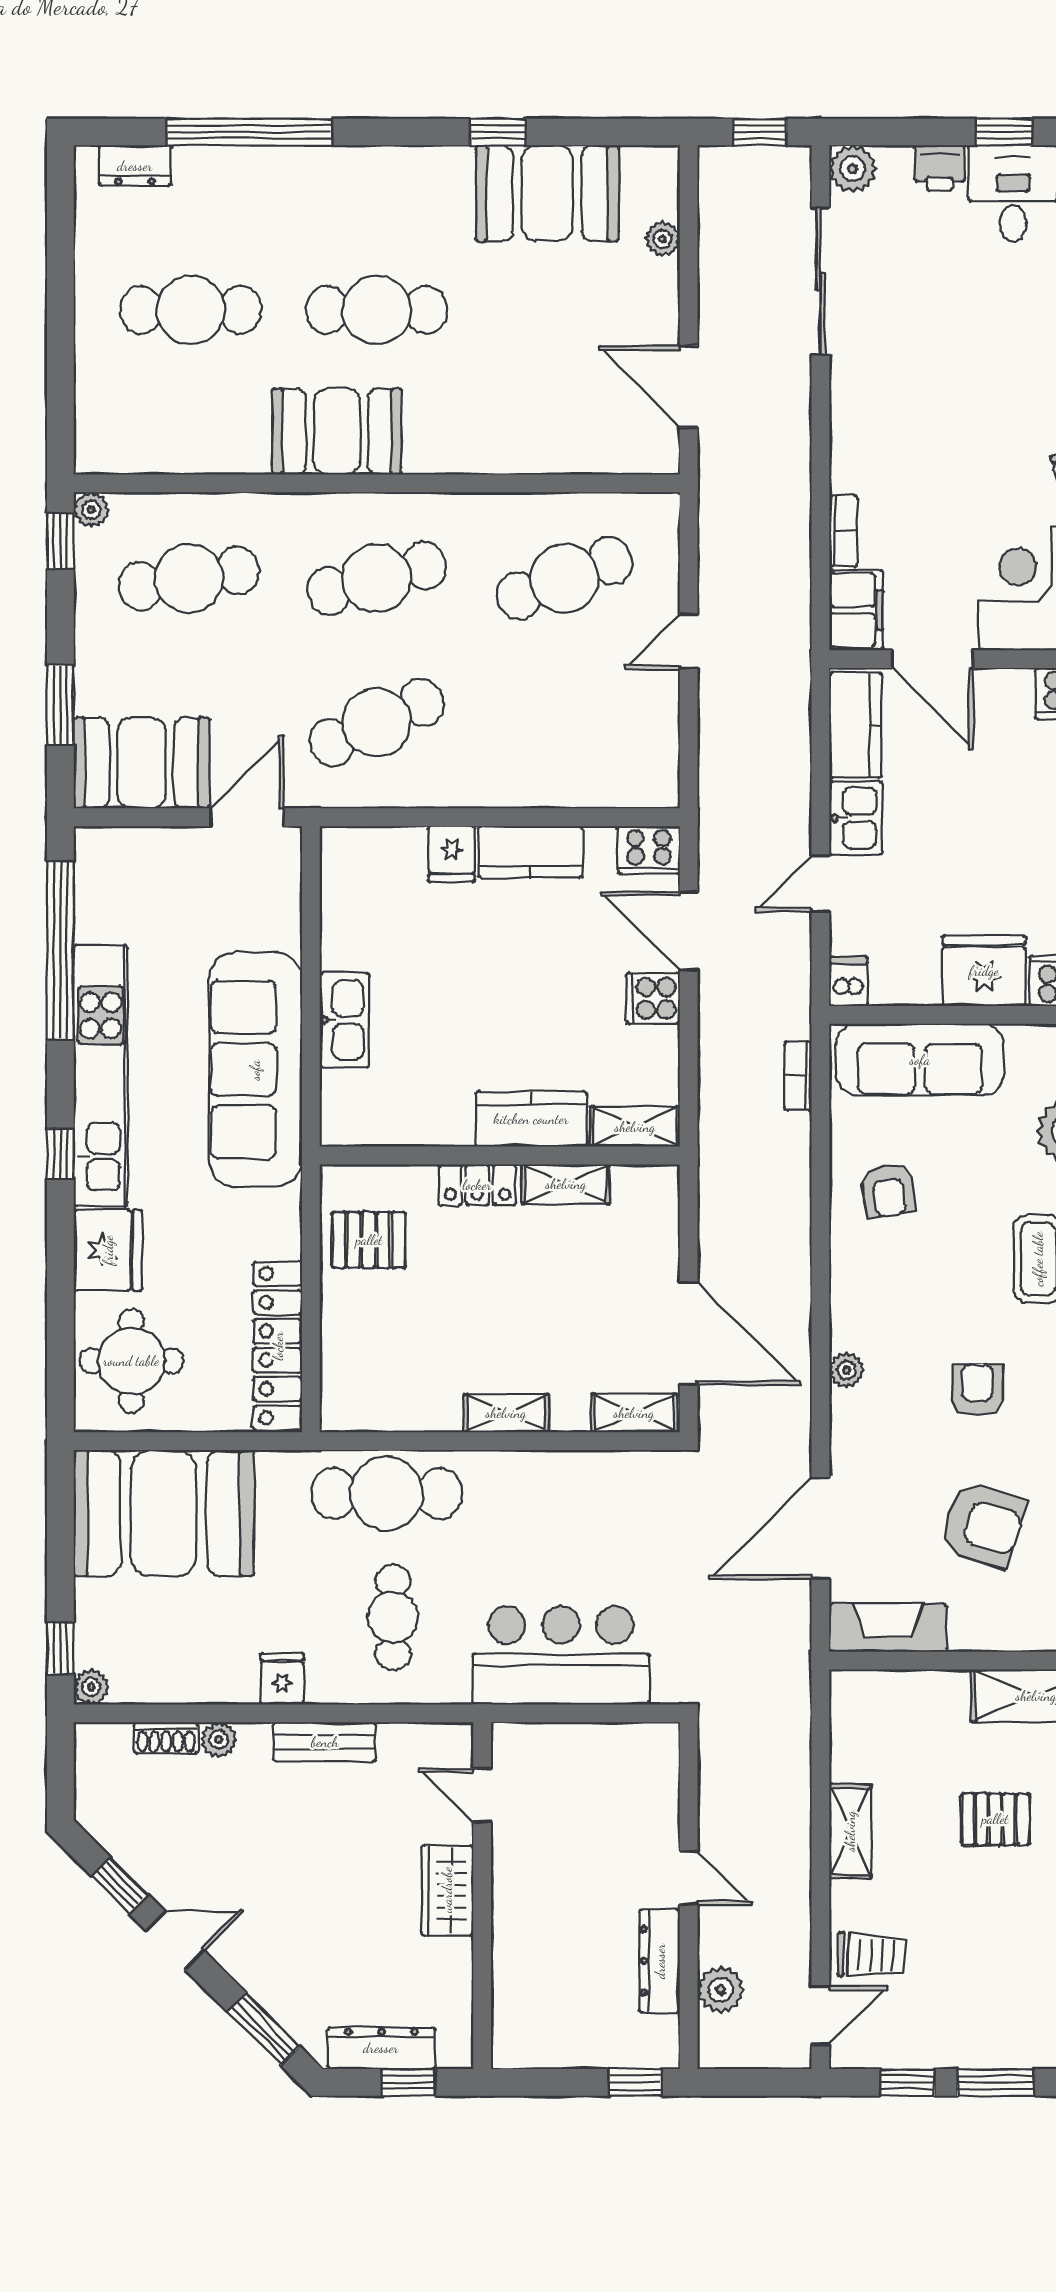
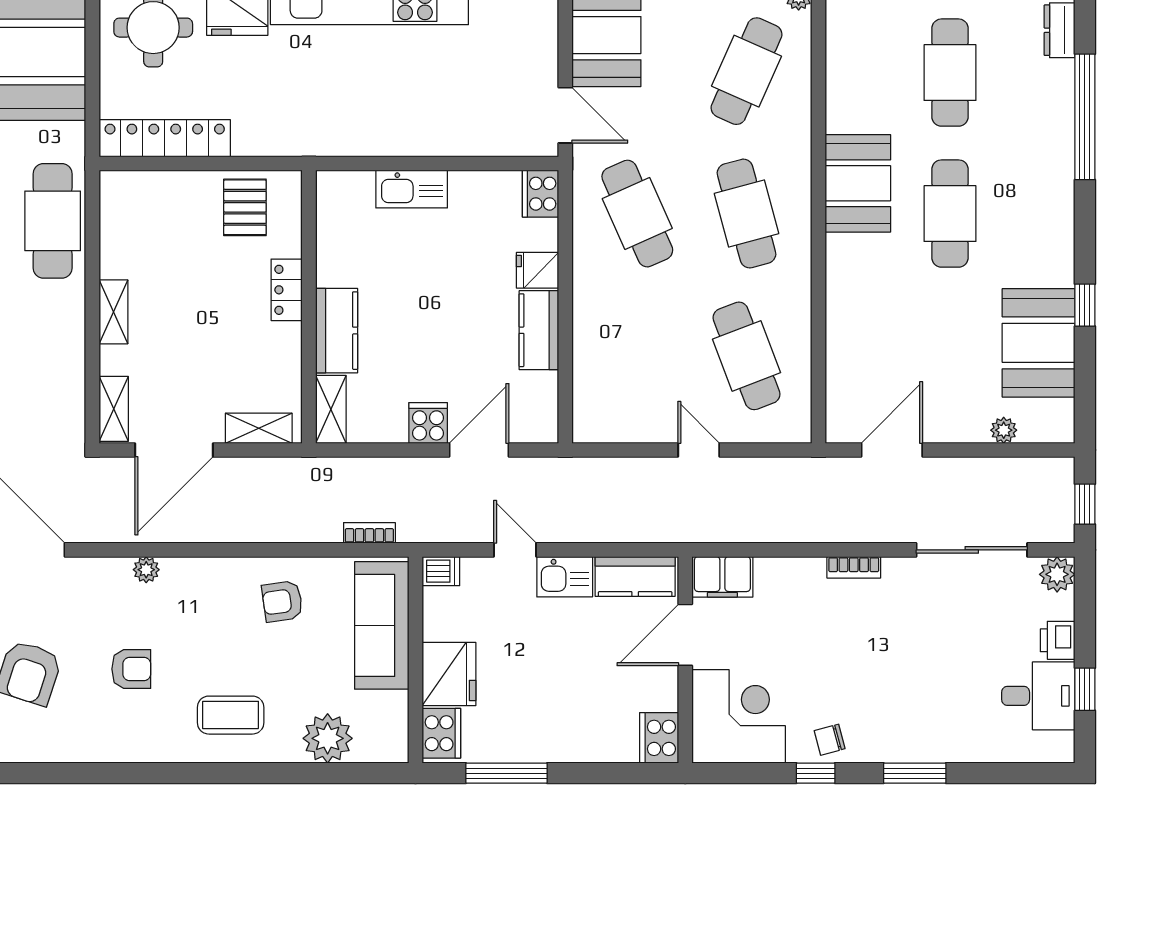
bookcase: (843, 531) -> (854, 567), moved
cafe table: (189, 578) -> (746, 71), turned 33
cooker: (649, 850) -> (541, 194), moved
sofa: (255, 1070) -> (374, 122), removed
shelving: (566, 1184) -> (259, 428), moved, turned 90

